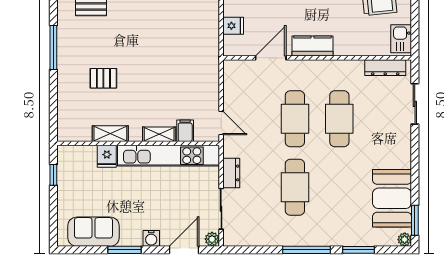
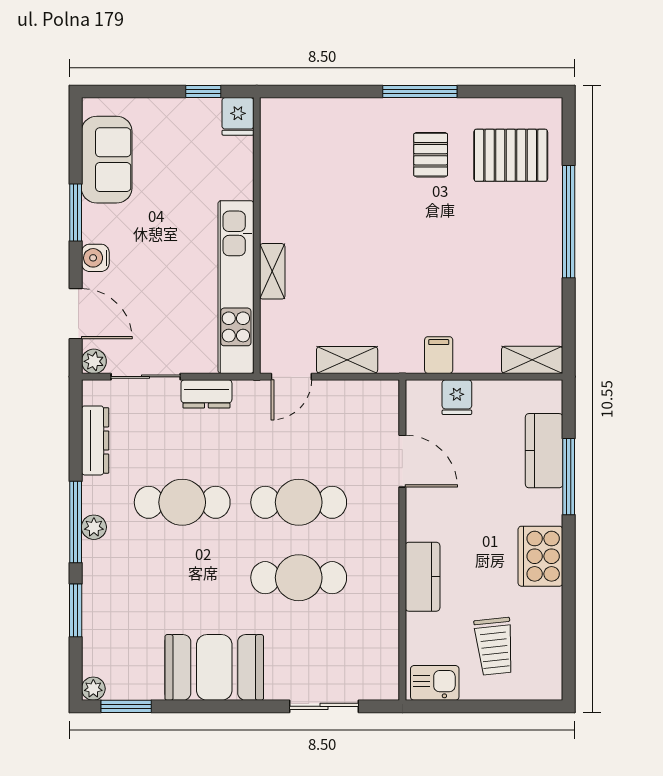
kitchen counter: (312, 46) -> (423, 577), moved
dresser: (385, 68) -> (95, 440), moved, turned 180
pallet: (103, 78) -> (431, 155), moved
filing cabinet: (185, 131) -> (439, 355), moved, turned -90
shelving: (110, 134) -> (347, 360), moved, turned 90
fridge: (107, 156) -> (238, 116), moved, turned -90
booth: (392, 198) -> (214, 667), moved
plant: (310, 239) -> (94, 527), added

